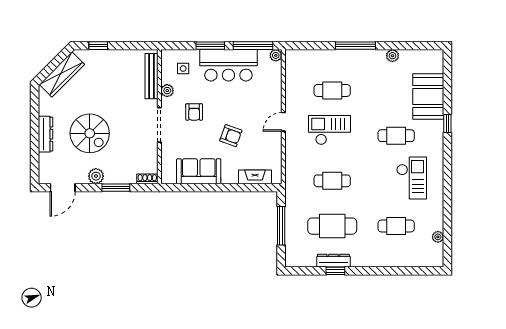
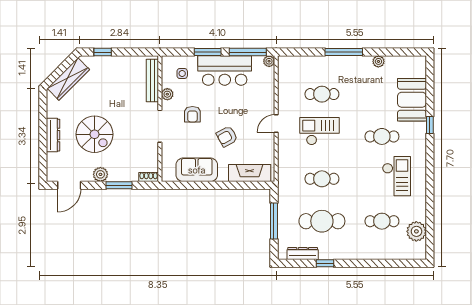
armchair: (231, 136) -> (227, 136), turned 131
fireplace: (255, 177) -> (250, 173), width x1.37, depth x1.32
plant: (438, 237) -> (416, 231), width x1.88, depth x1.88
dresser: (333, 261) -> (303, 254), moved

